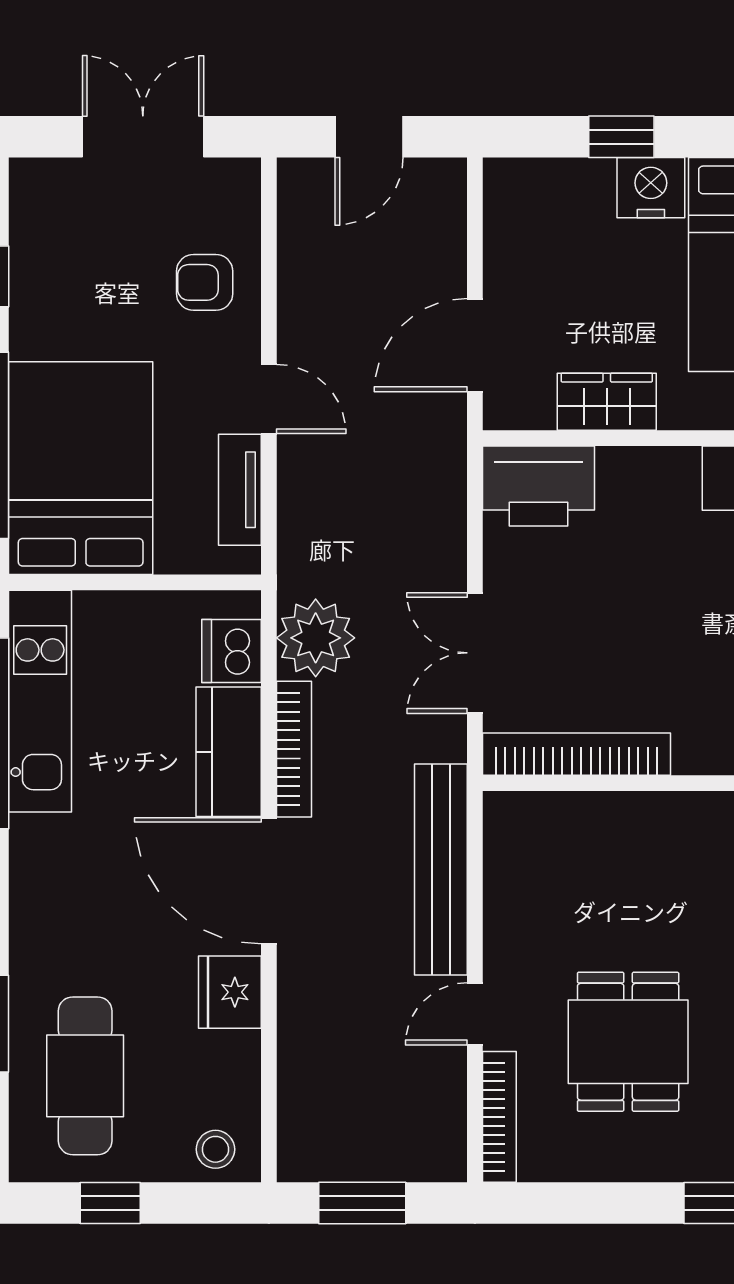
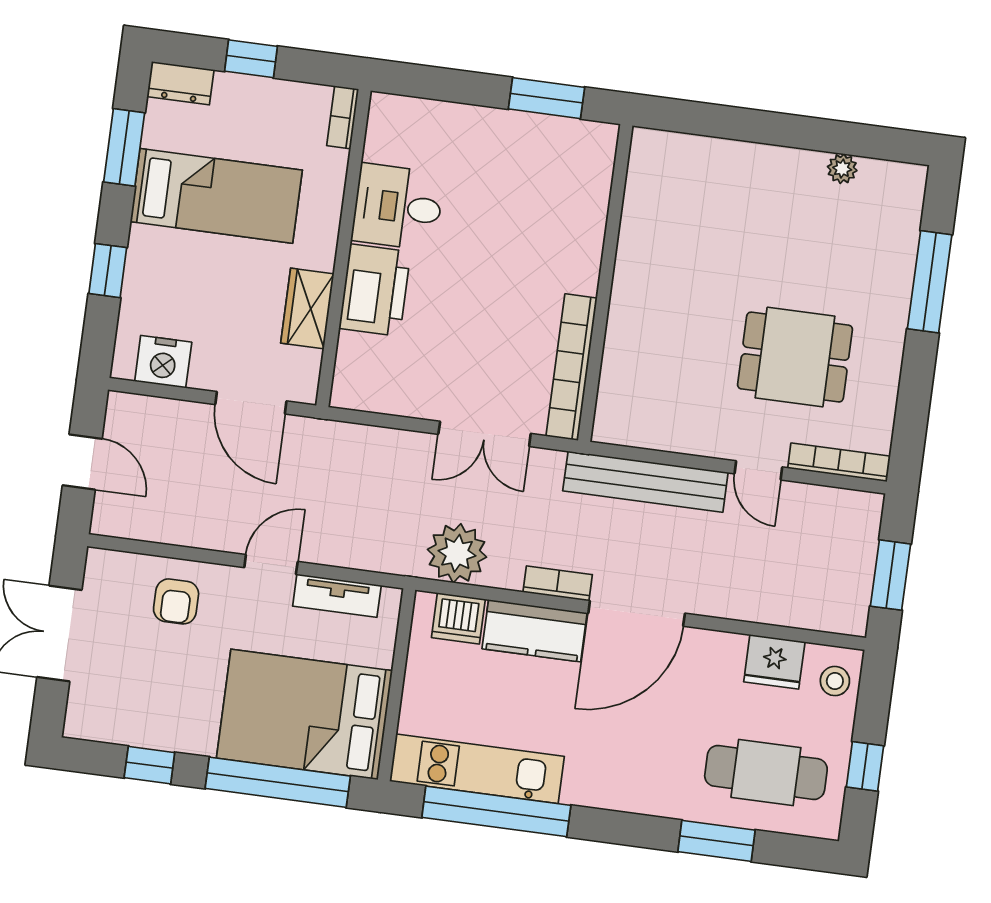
nightstand: (651, 188) -> (163, 362), moved, turned -90
printer: (539, 486) -> (375, 290), moved
bookcase: (294, 749) -> (558, 583), width x0.64
fridge: (230, 992) -> (774, 662), moved

